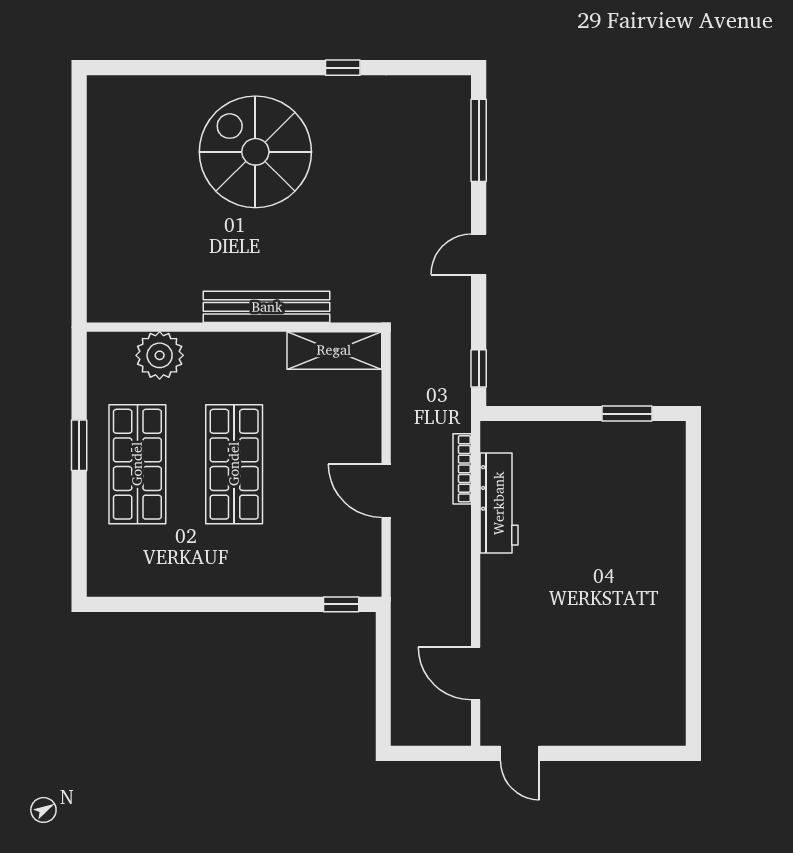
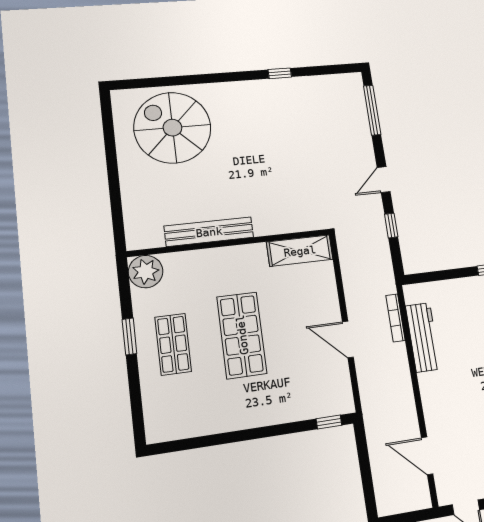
spiral stairs: (255, 152) -> (172, 128), moved
bench: (267, 307) -> (209, 232), moved
plant: (160, 355) -> (146, 272), moved
window: (479, 368) -> (391, 226), moved
shop shelf: (137, 464) -> (173, 344), width x0.70, depth x0.74

